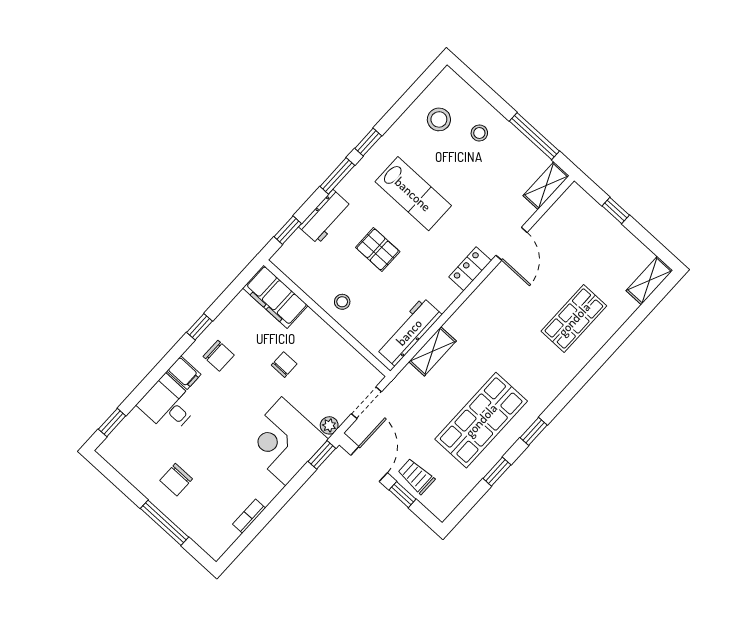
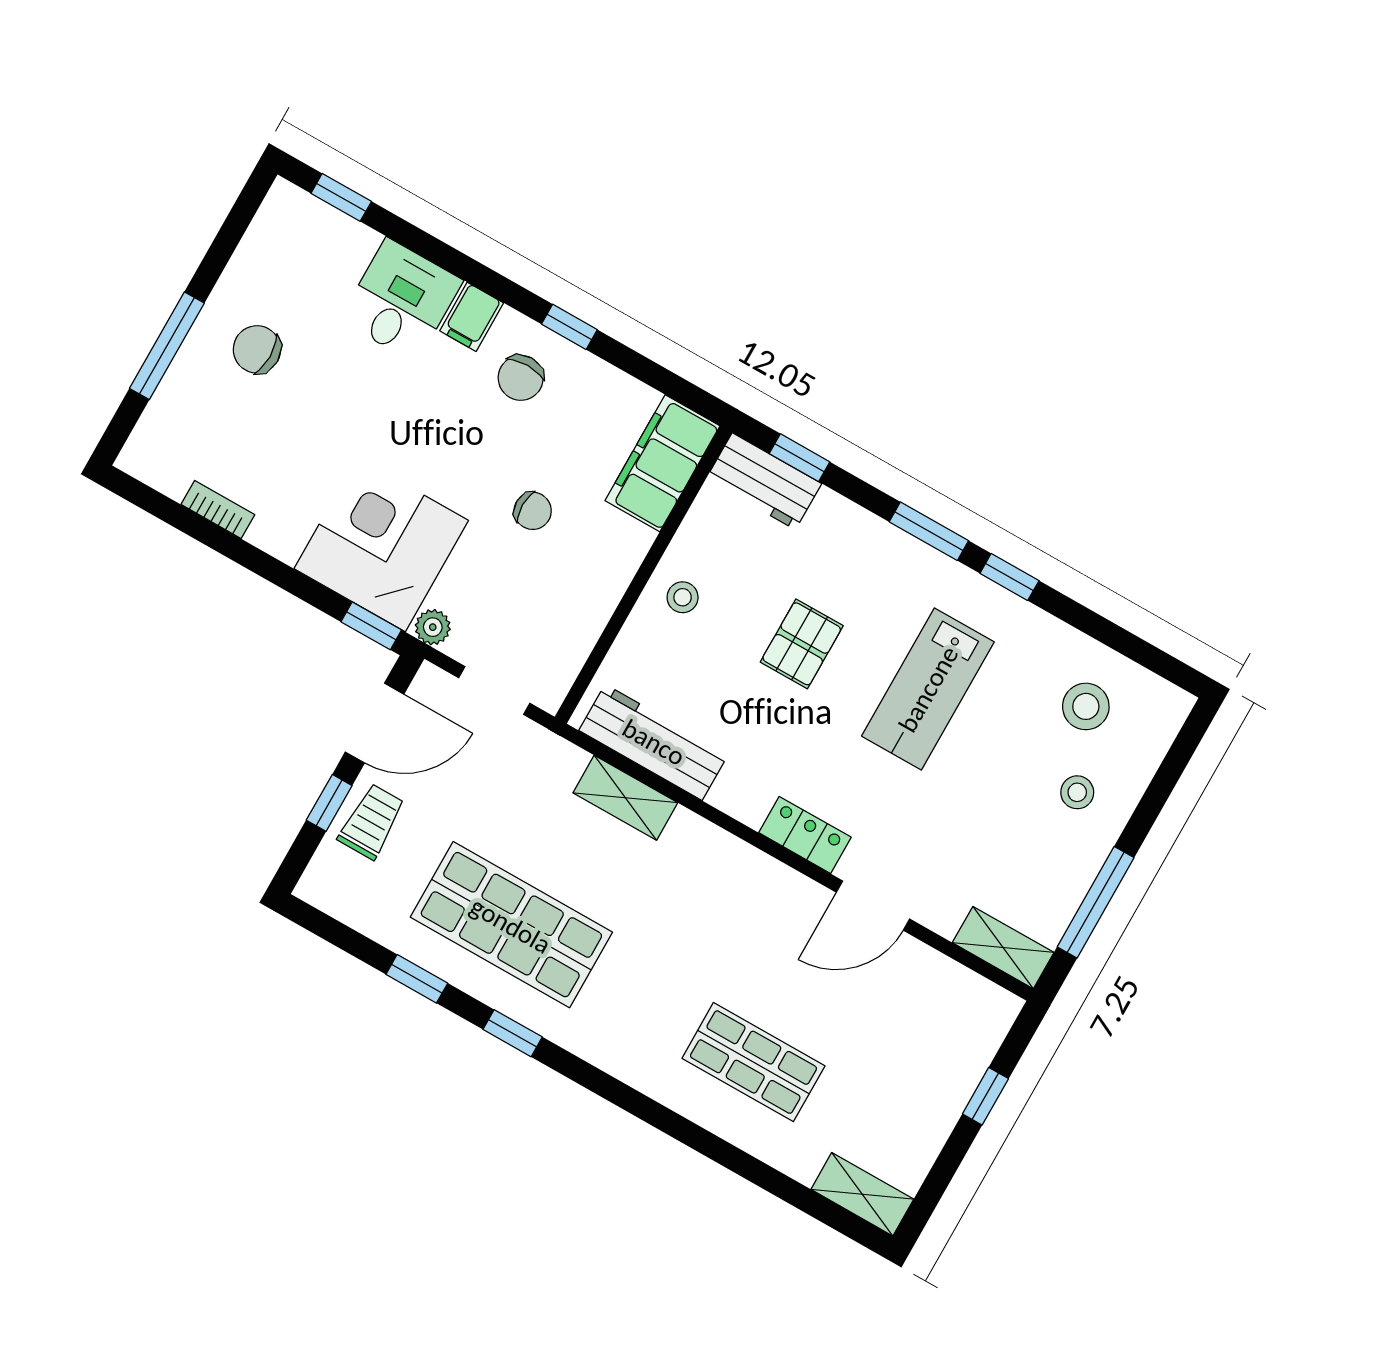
workbench: (325, 217) -> (764, 481), moved

